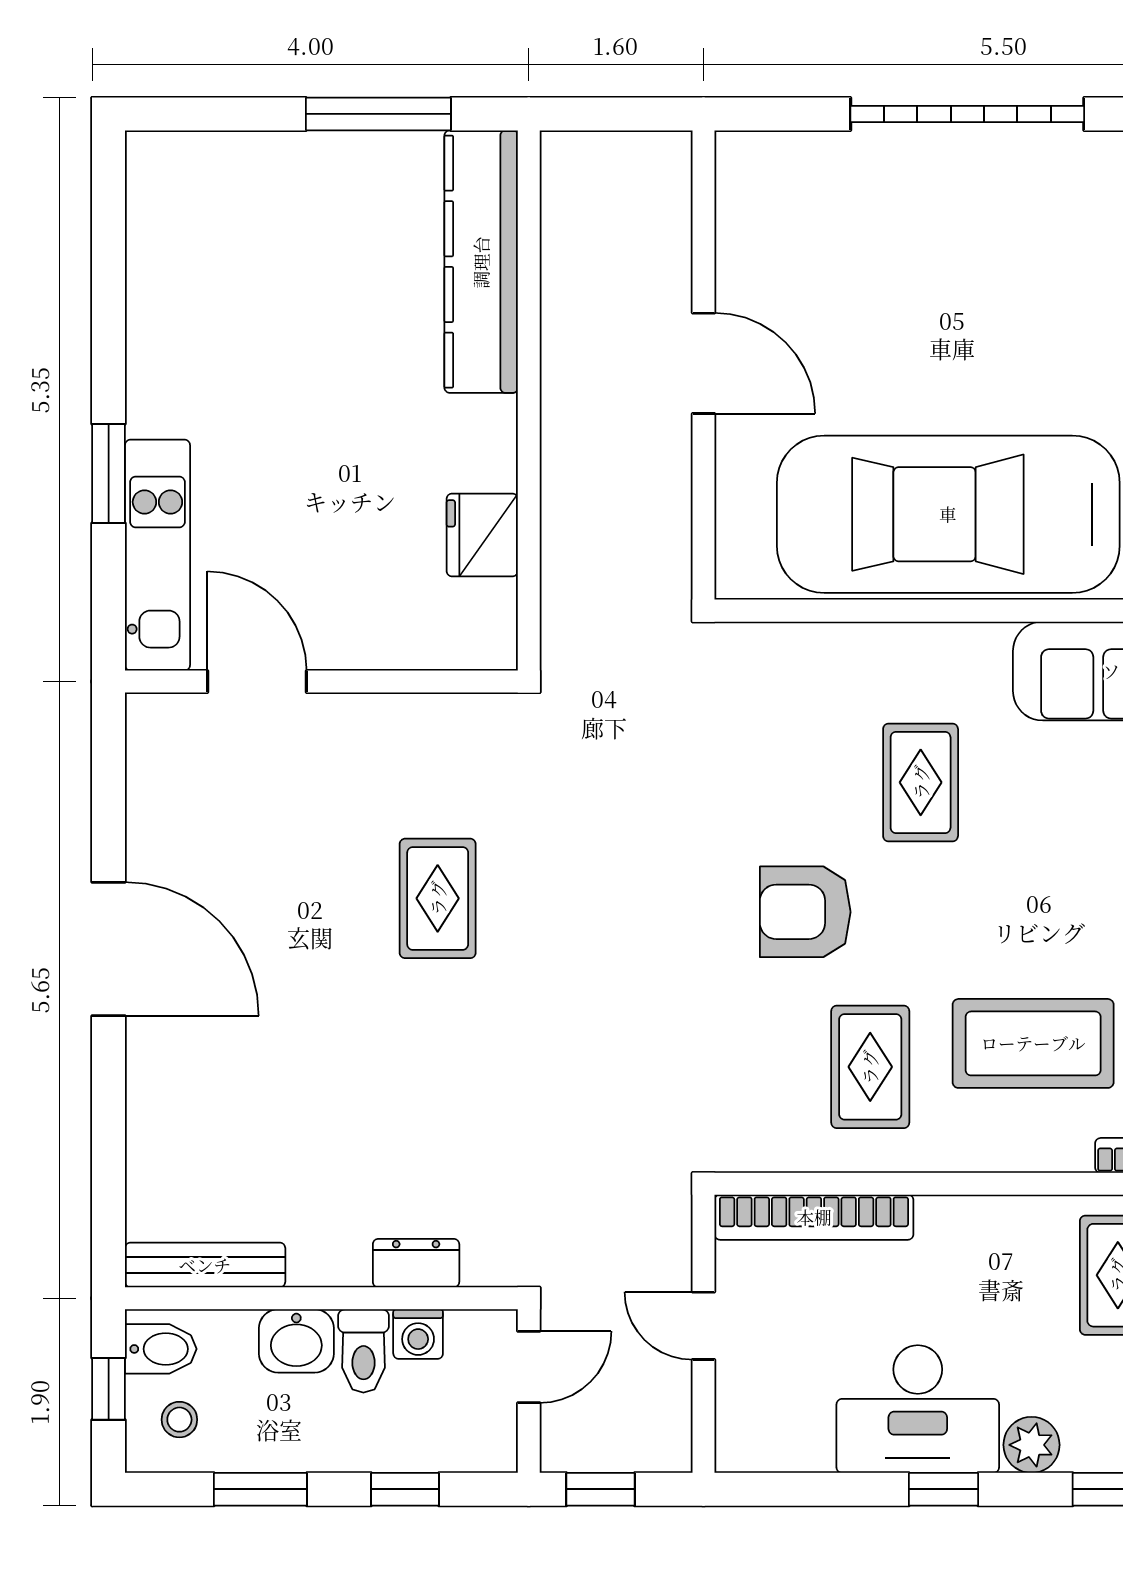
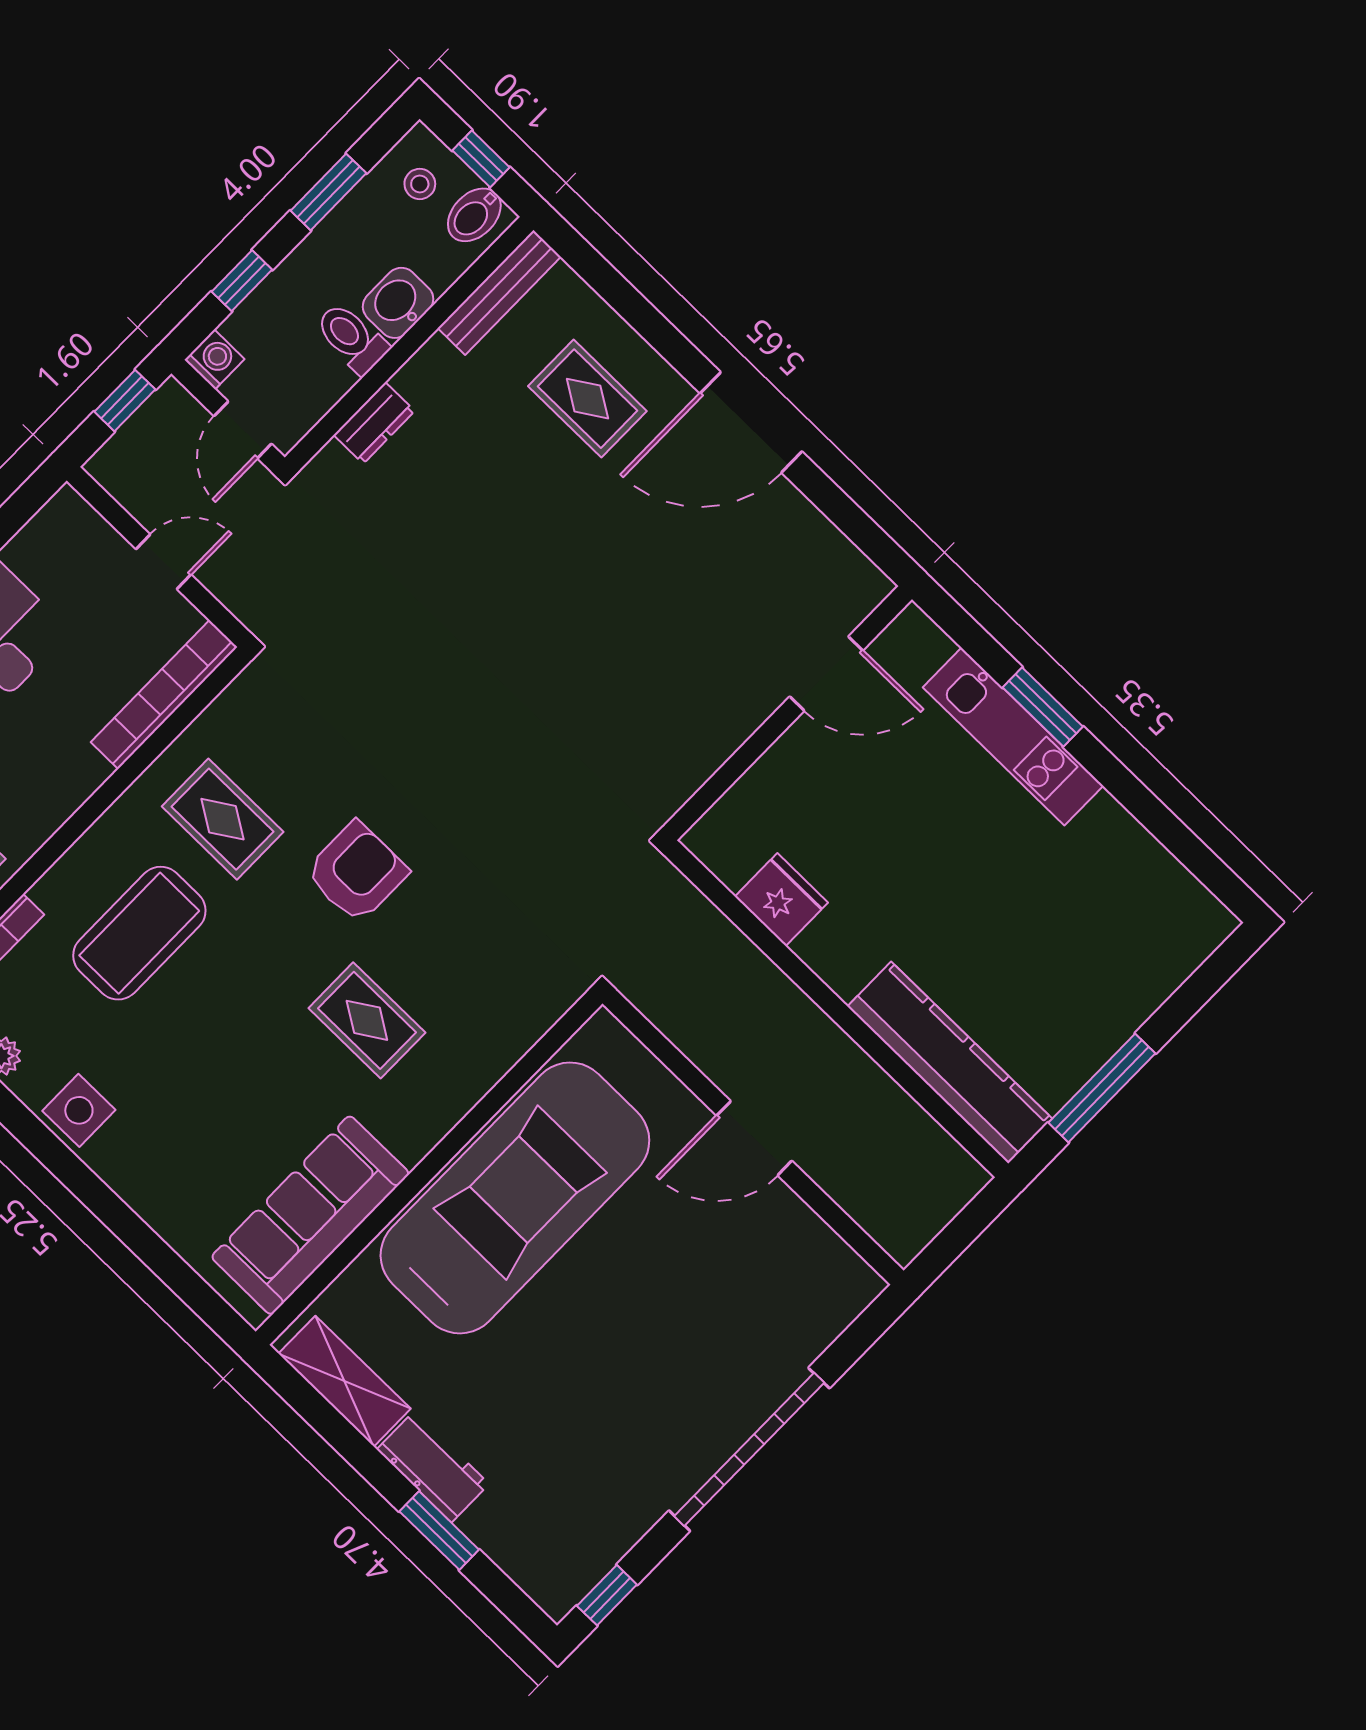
kitchen unit: (157, 555) -> (1013, 737), moved
rug: (438, 898) -> (587, 399), moved
washing machine: (418, 1334) -> (214, 359), moved, turned 90

